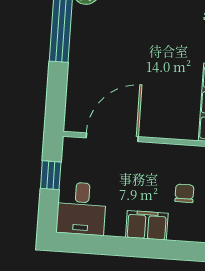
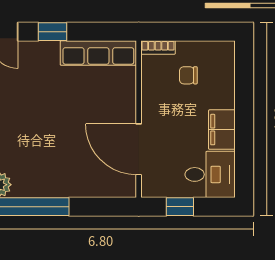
filing cabinet: (147, 225) -> (222, 130), moved

